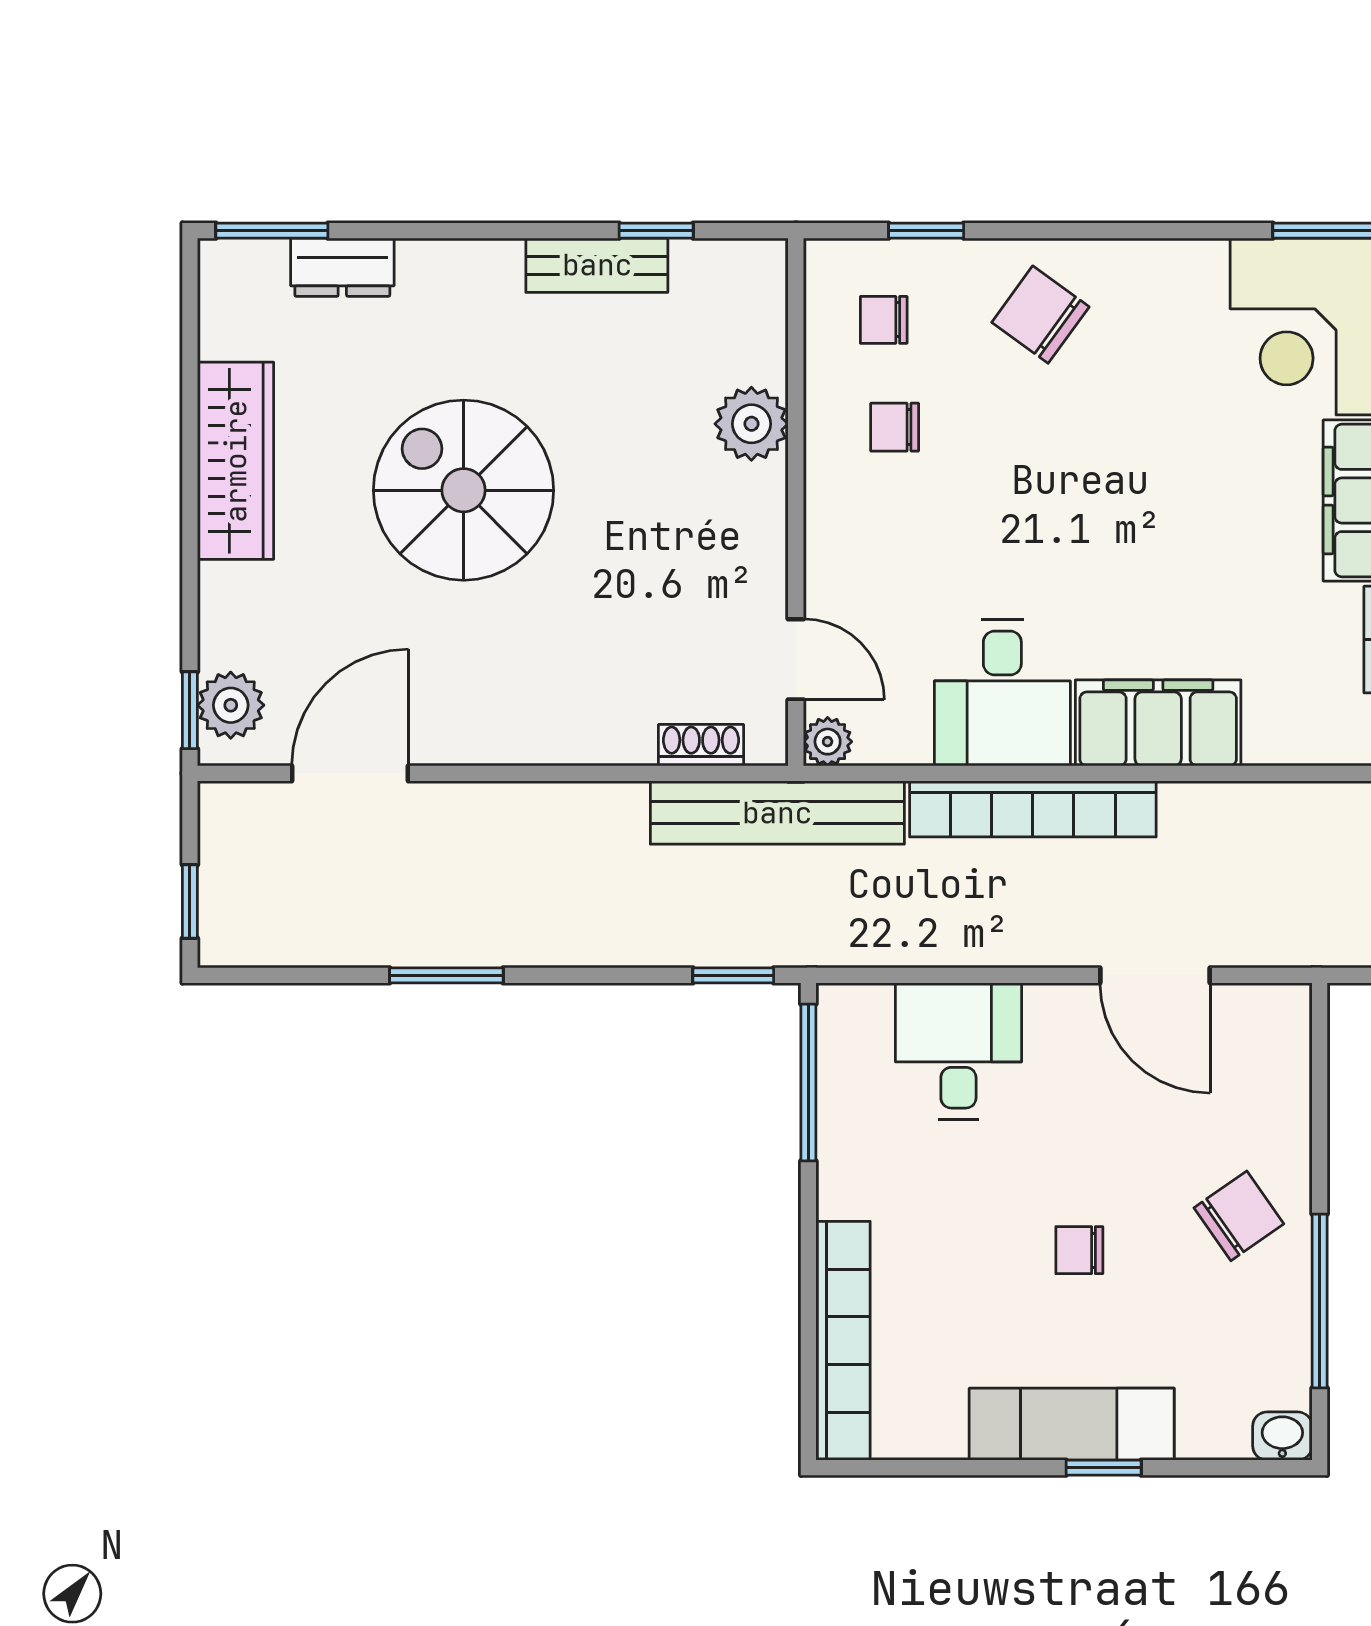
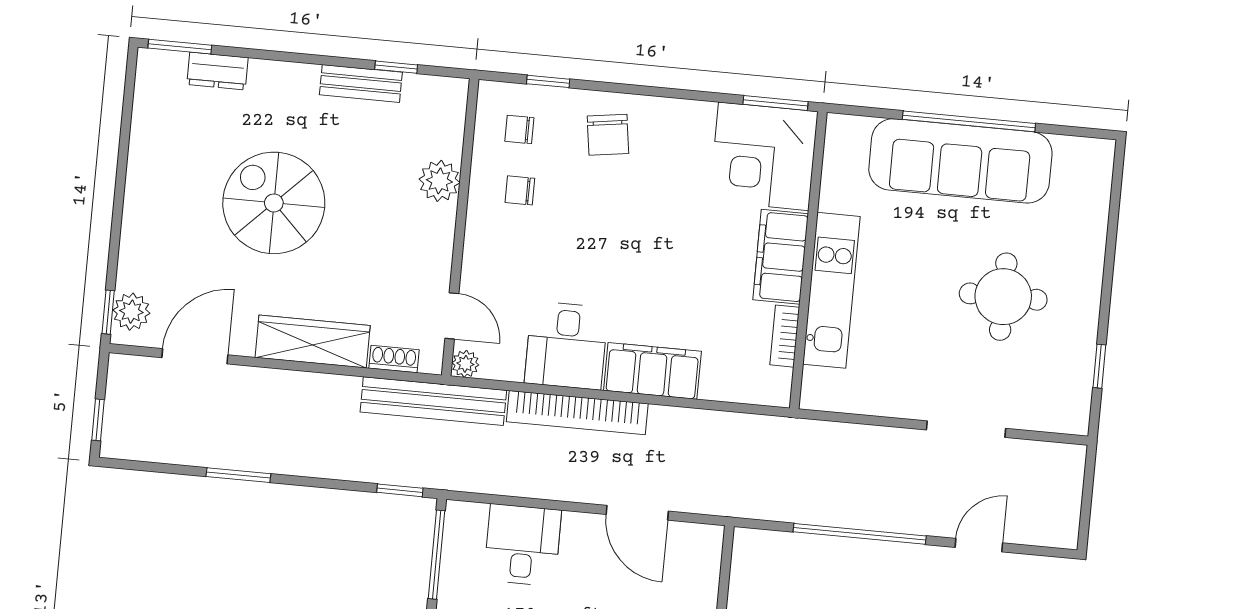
chair: (1040, 315) -> (608, 135), turned -134
wardrobe: (236, 461) -> (313, 341), moved, turned -90

